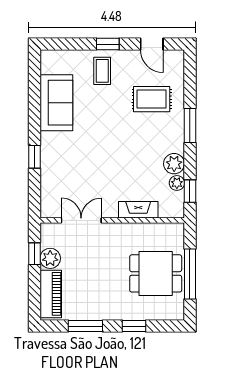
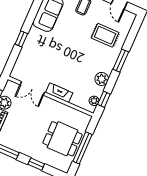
plant: (177, 183) -> (94, 101), moved
fireplace: (138, 210) -> (59, 93), moved
double door: (81, 220) -> (32, 88), swing flipped

